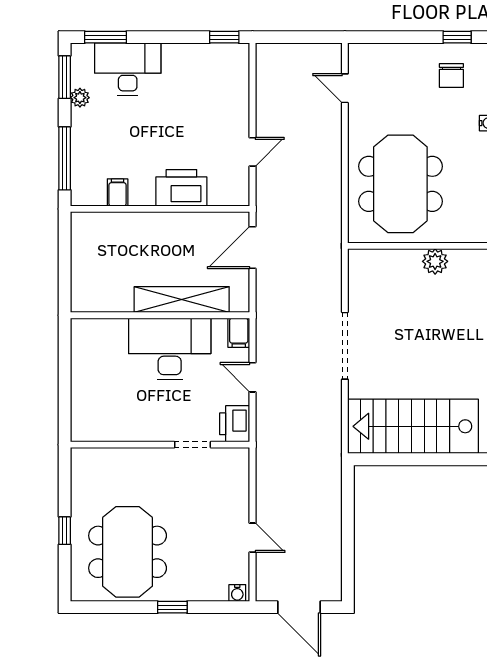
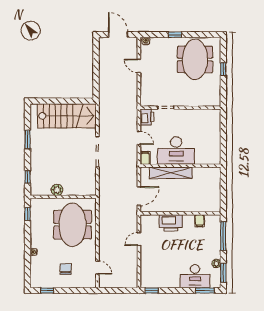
chair: (451, 76) -> (66, 269), moved

